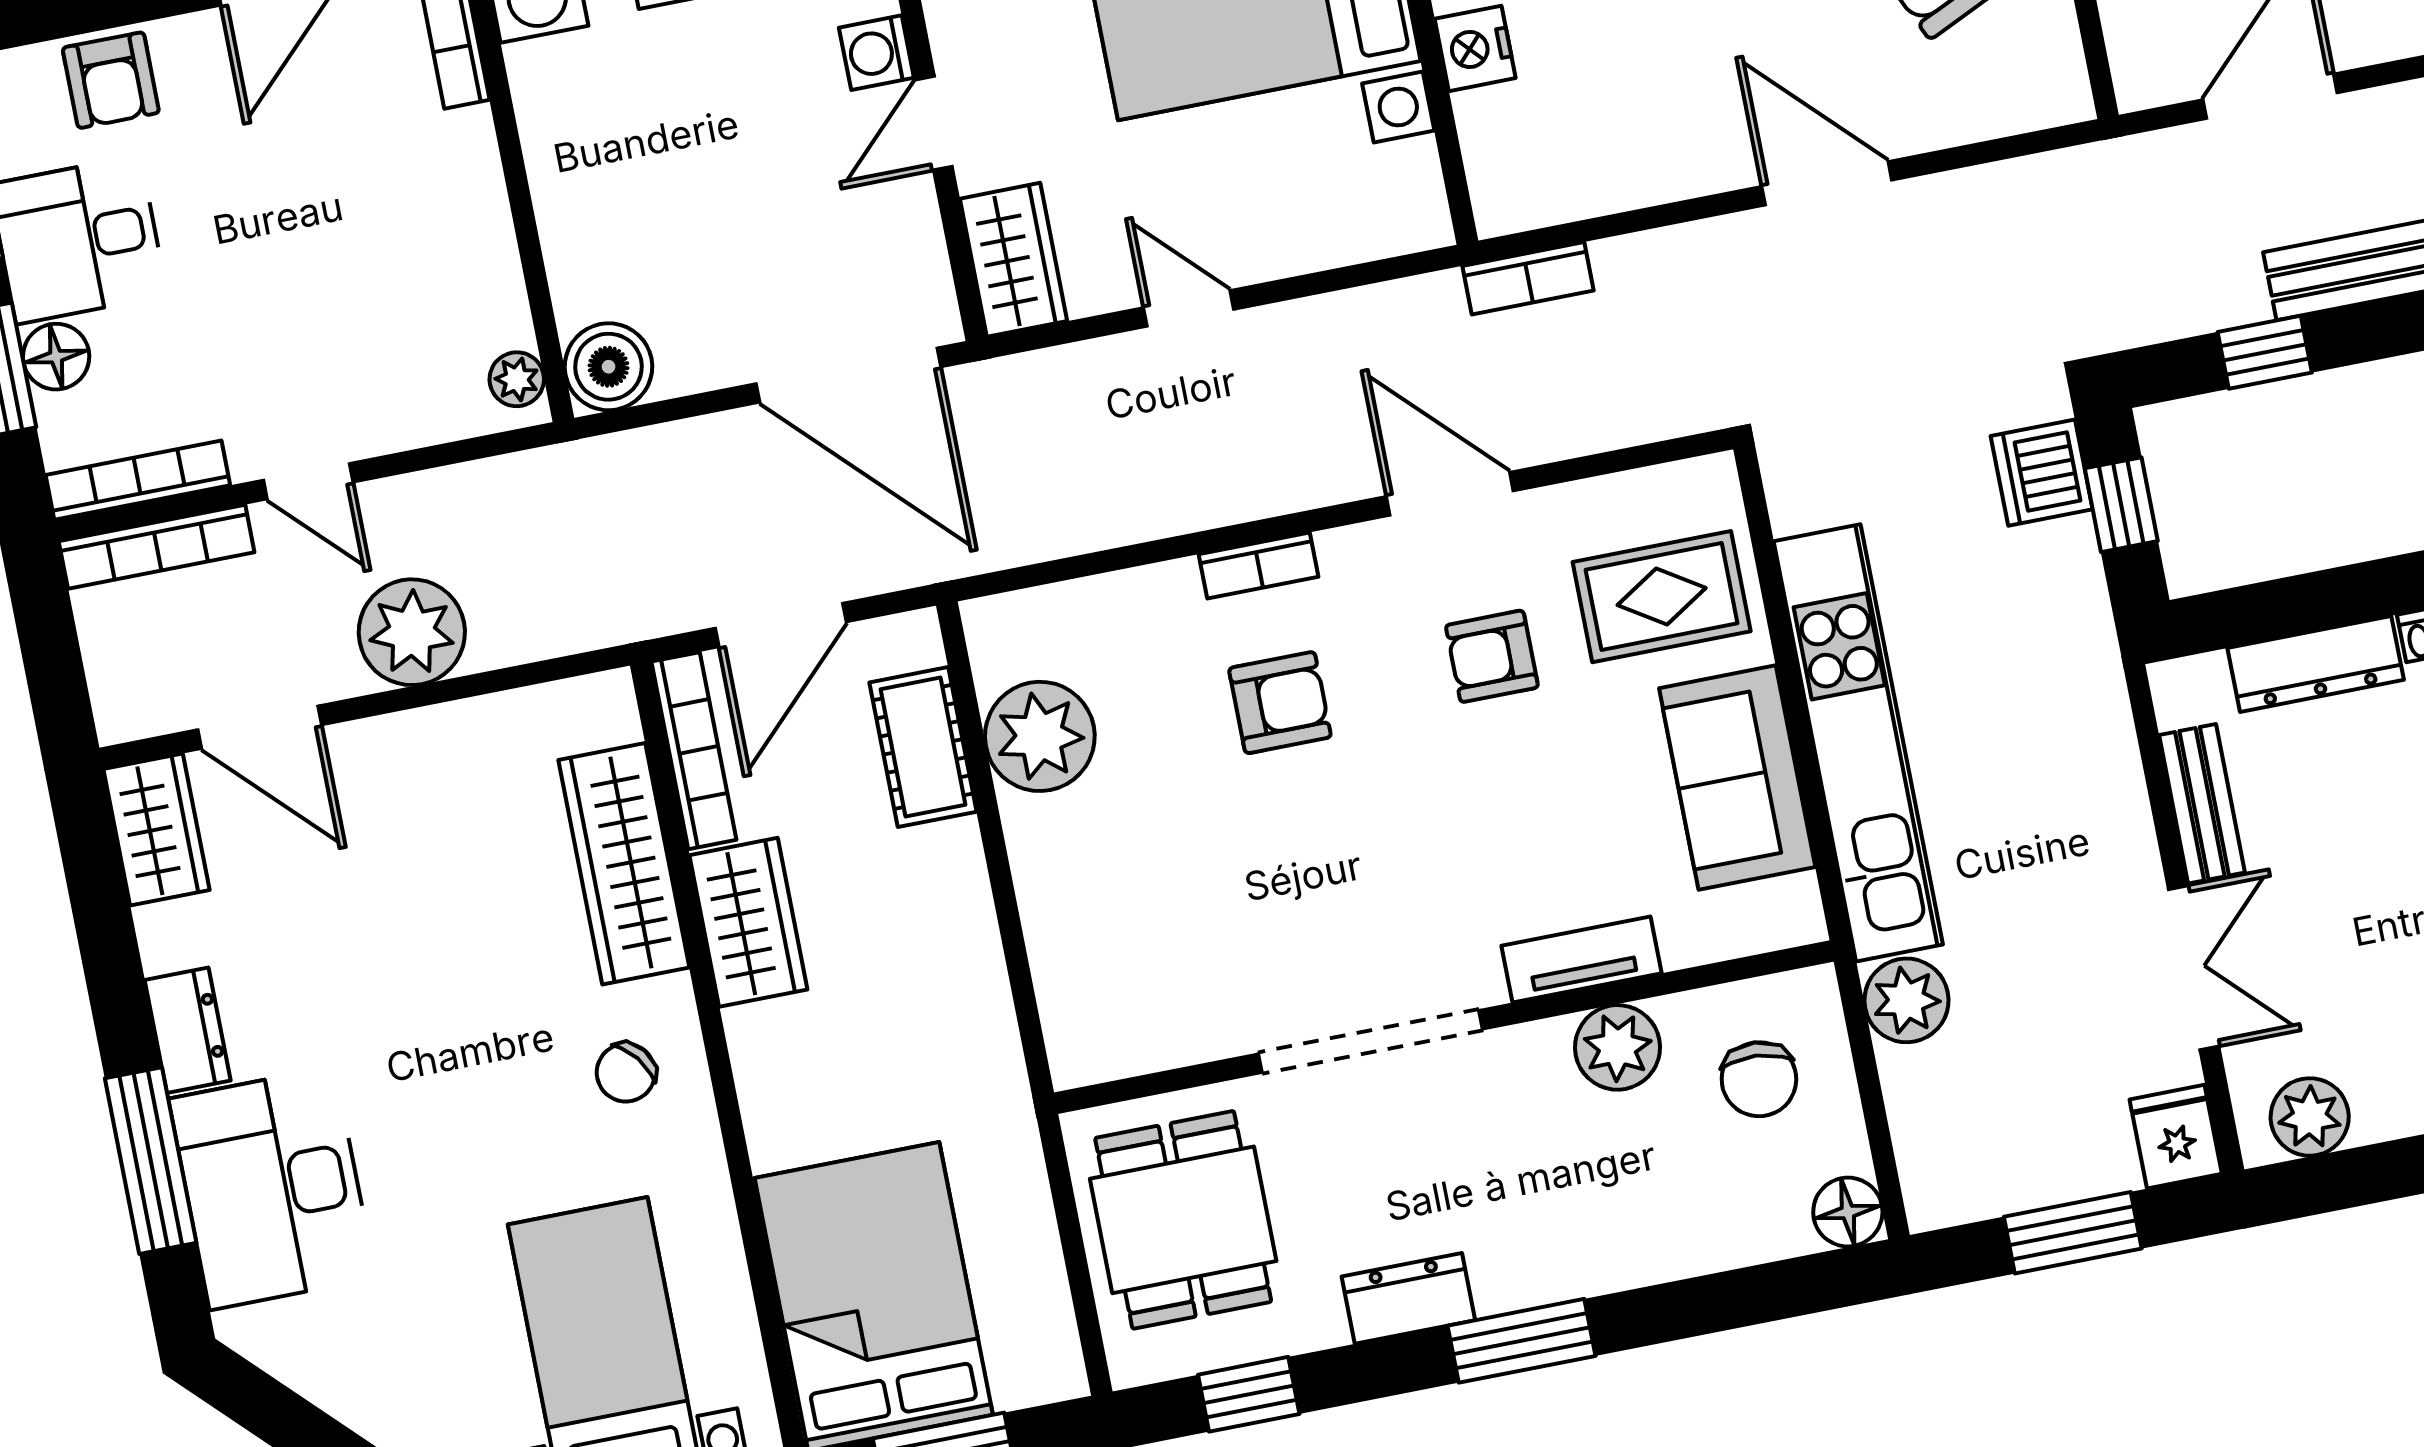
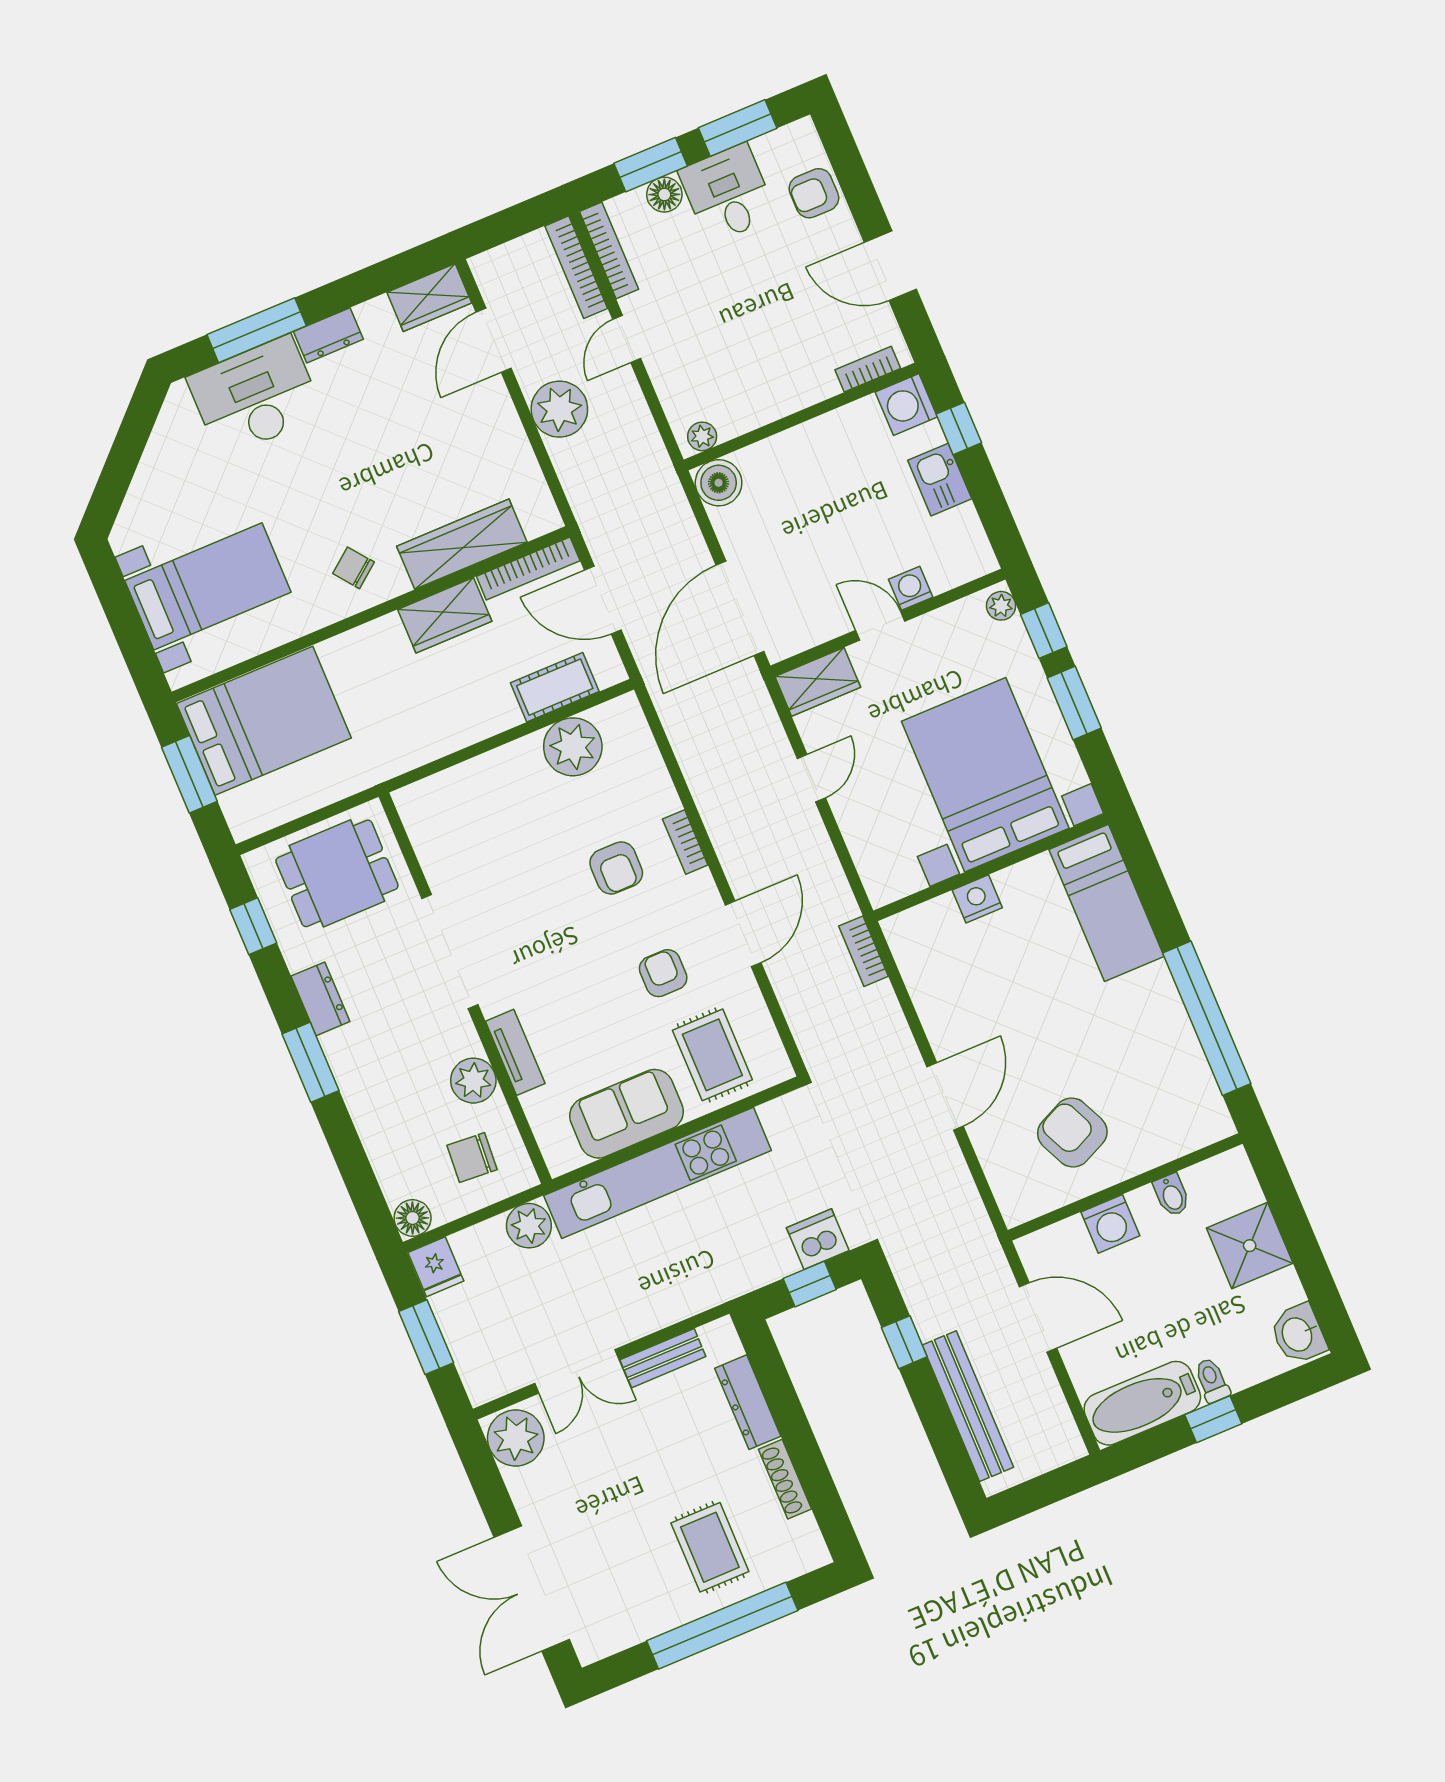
plant: (2310, 1117) -> (516, 1438), width x1.36, depth x1.36
fridge: (2176, 1137) -> (436, 1267), moved, turned 90

